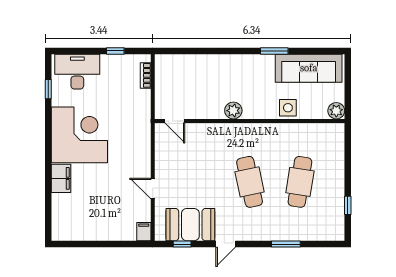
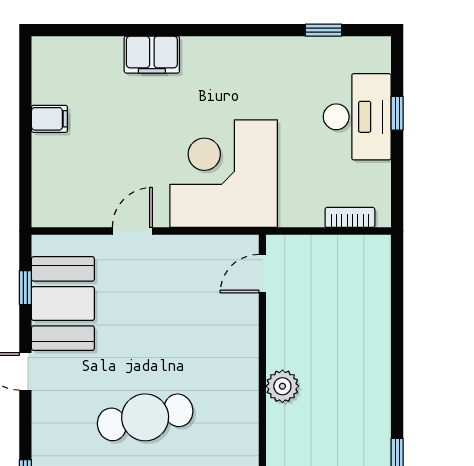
window: (115, 51) -> (397, 113), moved
desk: (77, 72) -> (357, 117), moved
corner desk: (79, 135) -> (224, 174), moved, turned 180
filing cabinet: (144, 232) -> (49, 119), moved

